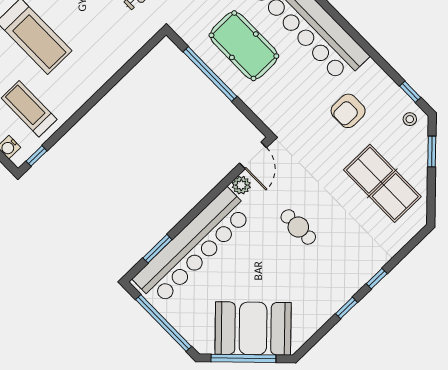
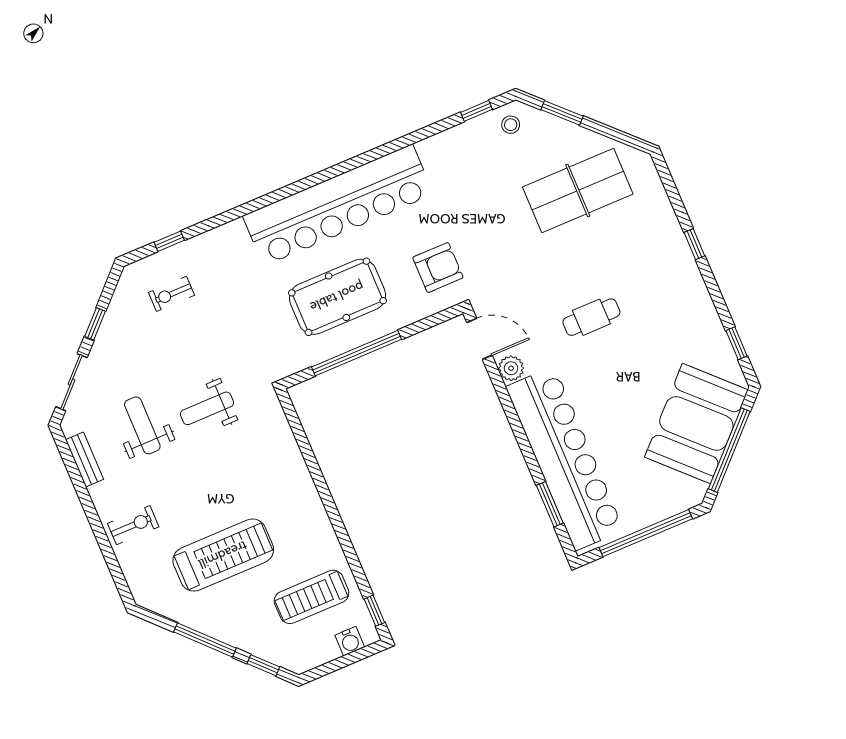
armchair: (348, 111) -> (438, 268), moved, turned -90
window: (347, 308) -> (736, 343), moved

